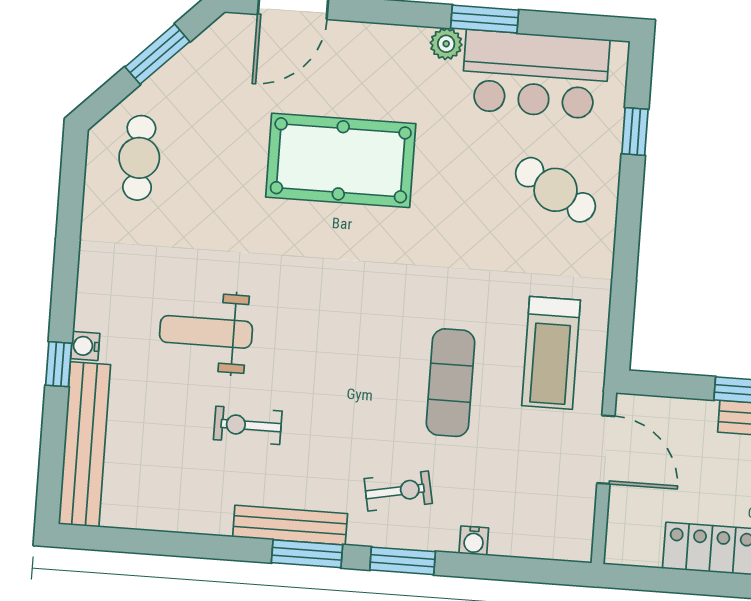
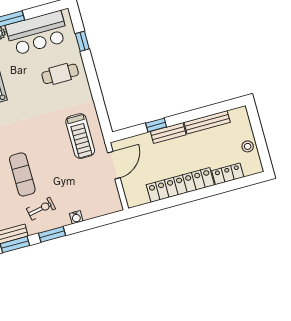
cafe table: (556, 190) -> (60, 74), turned -30
exercise mat: (451, 383) -> (22, 174), moved
door: (606, 450) -> (114, 165), hinge flipped

